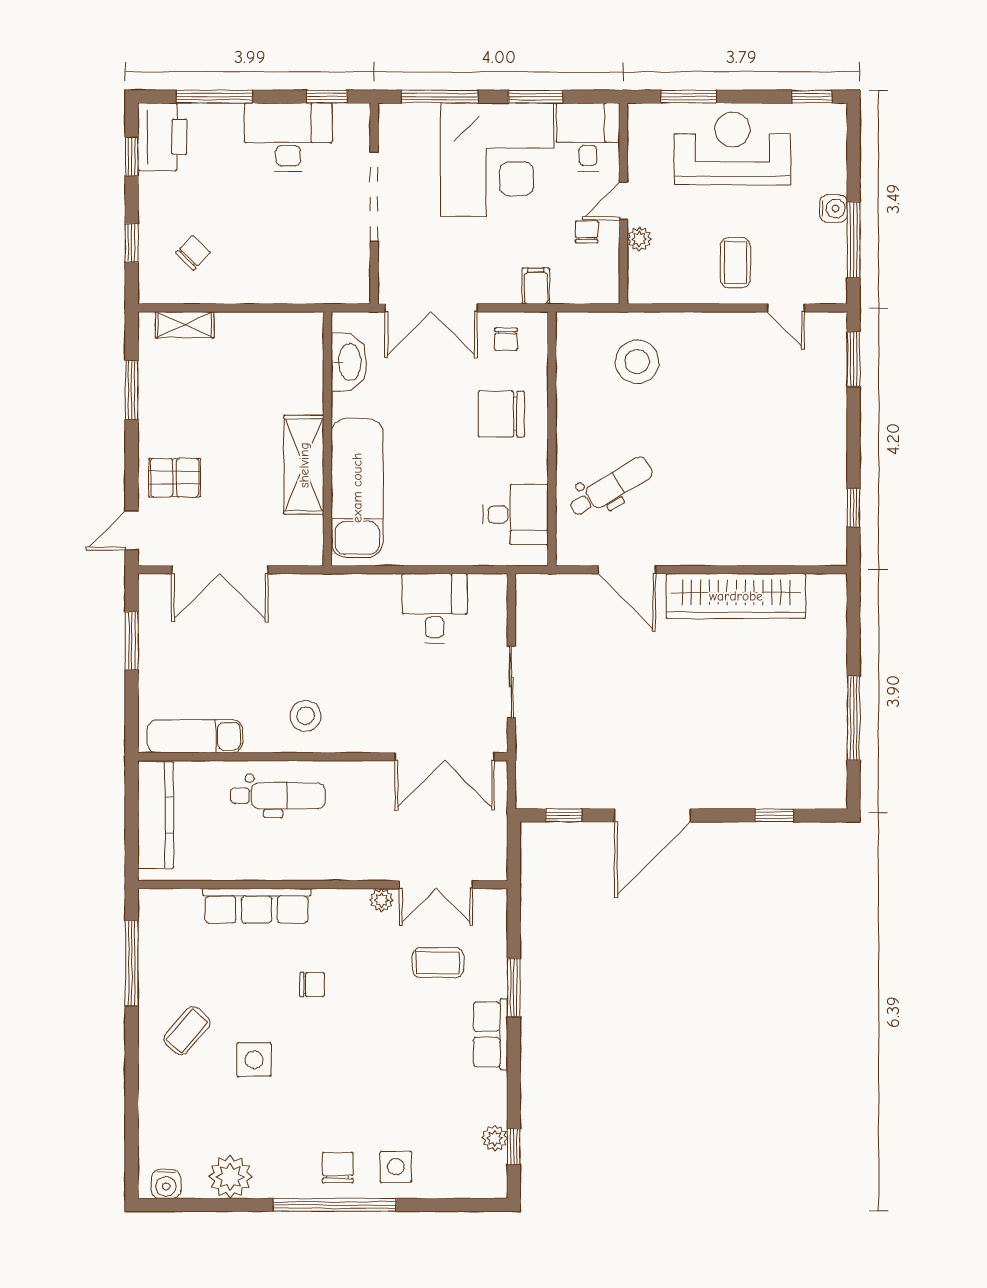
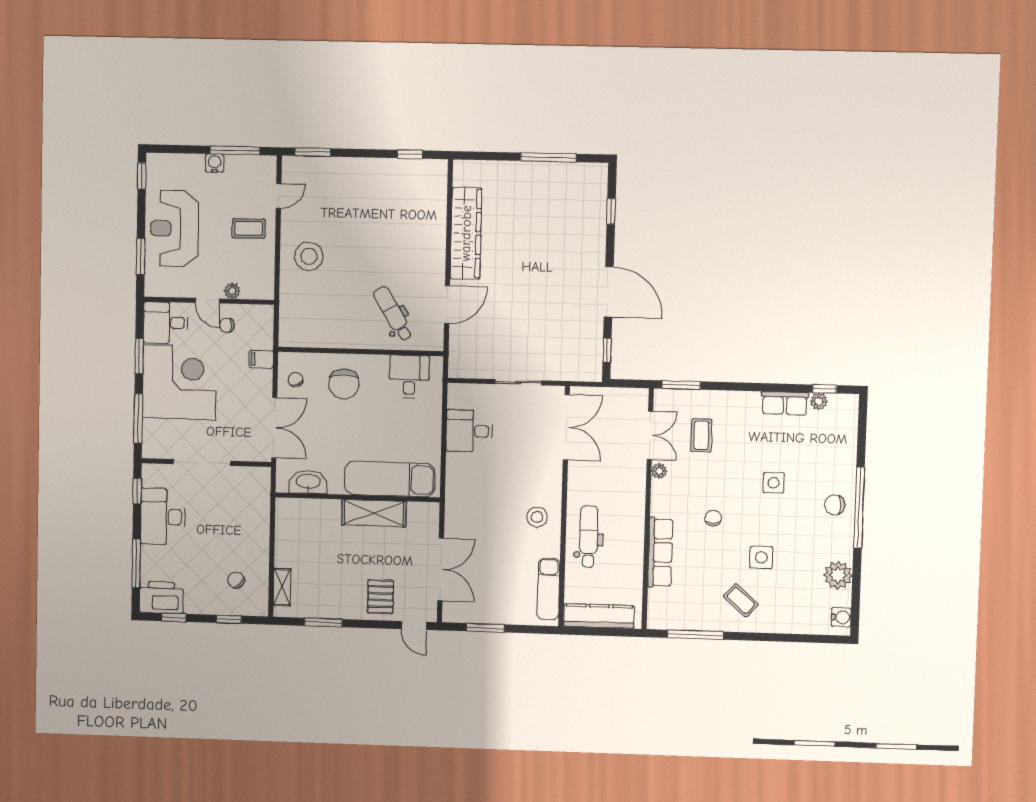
chair: (506, 339) -> (295, 380), turned -112
stool: (637, 362) -> (309, 256), moved
window: (514, 988) -> (681, 385), moved
row of seats: (490, 1034) -> (785, 403), moved
side table: (396, 1167) -> (774, 483), moved

